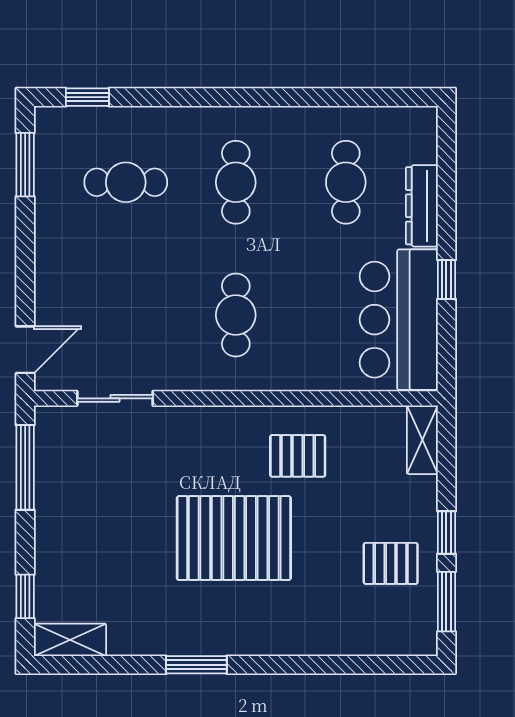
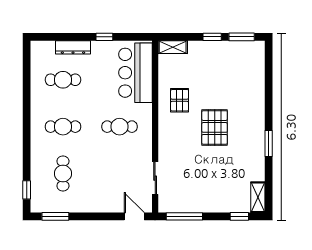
bar counter: (399, 320) -> (135, 73), moved, turned 90
pallet: (234, 538) -> (215, 127), width x0.73, depth x0.71
pallet: (391, 563) -> (225, 61), removed

